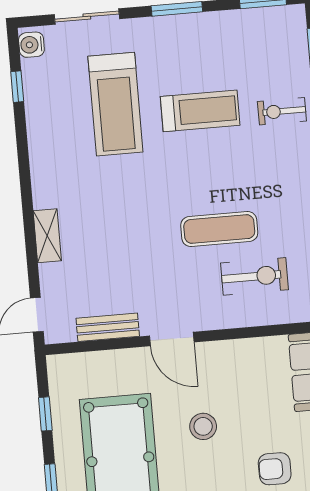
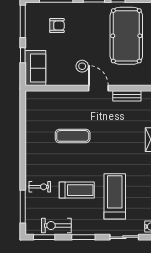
treadmill: (200, 111) -> (77, 190), turned 180
exercise bike: (254, 276) -> (56, 225), moved
stool: (203, 426) -> (82, 66), moved

